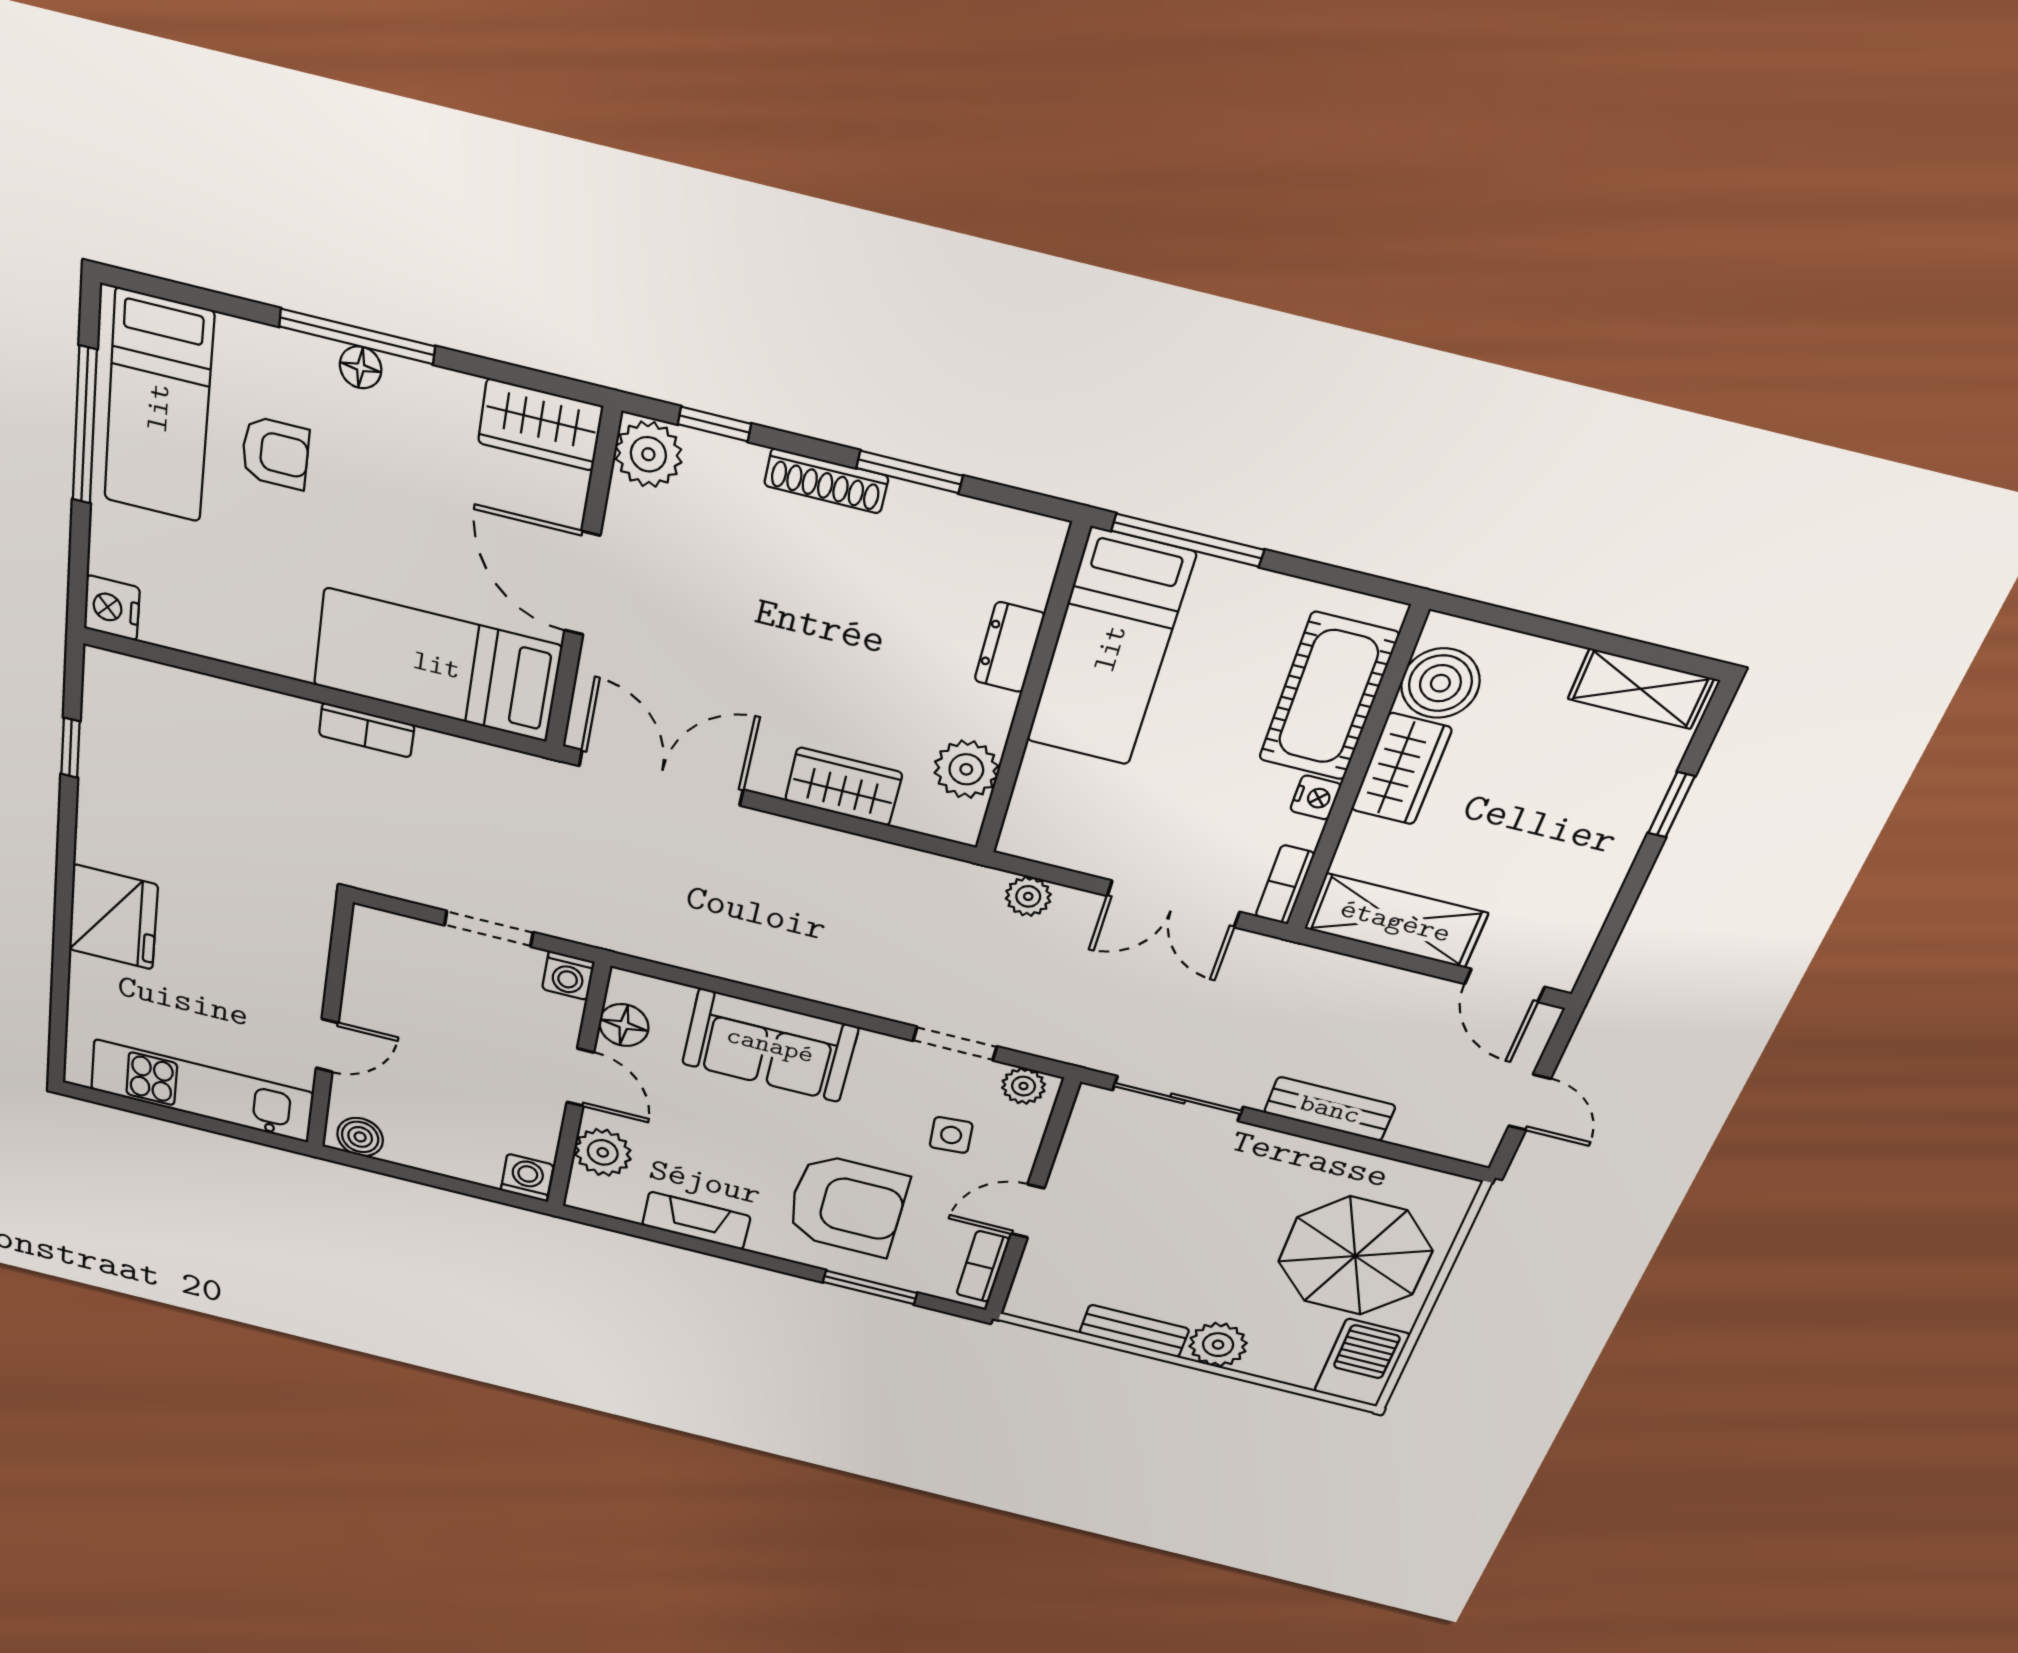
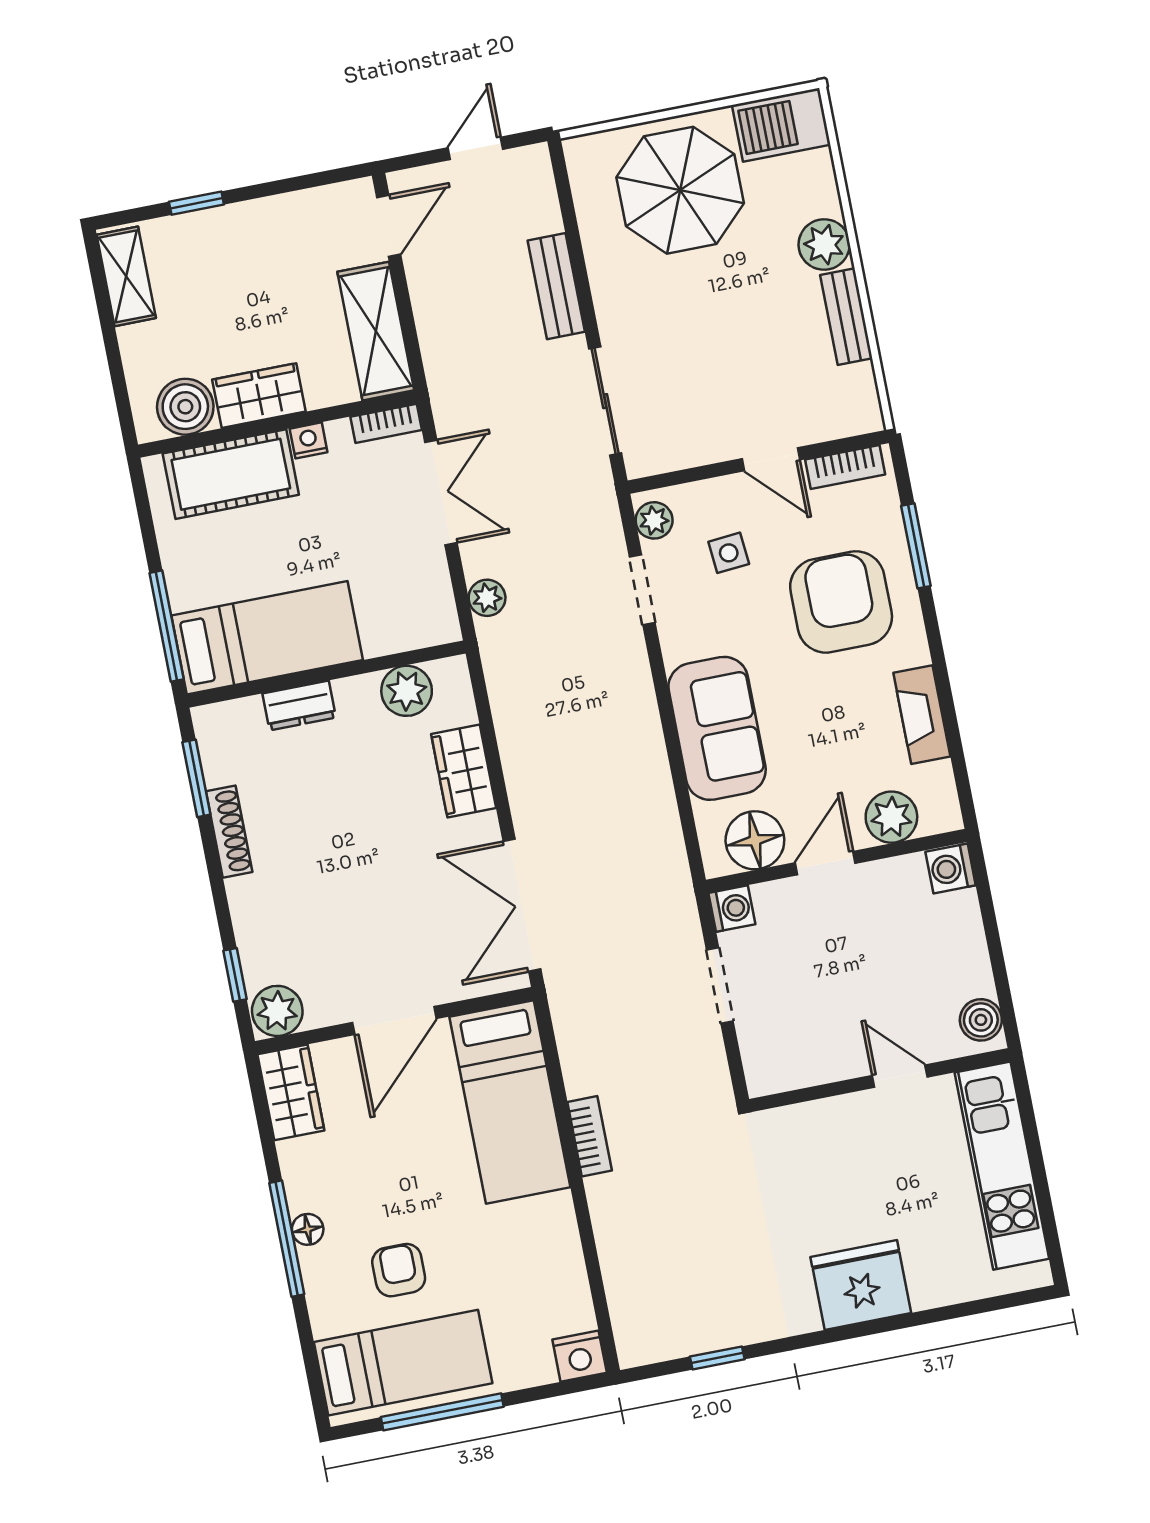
window: (910, 472) -> (196, 778), moved
shoe rack: (826, 481) -> (229, 832), moved
floor lamp: (624, 1025) -> (755, 840), width x1.38, depth x1.38

